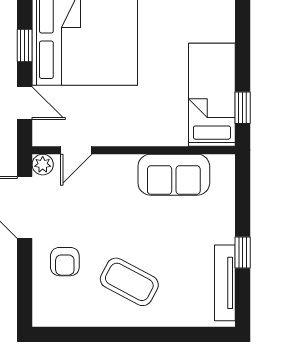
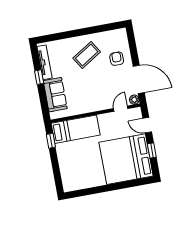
bed: (212, 95) -> (76, 129), moved, turned -90
sofa: (174, 175) -> (55, 95), moved, turned 90
coffee table: (129, 282) -> (87, 55), turned -60

